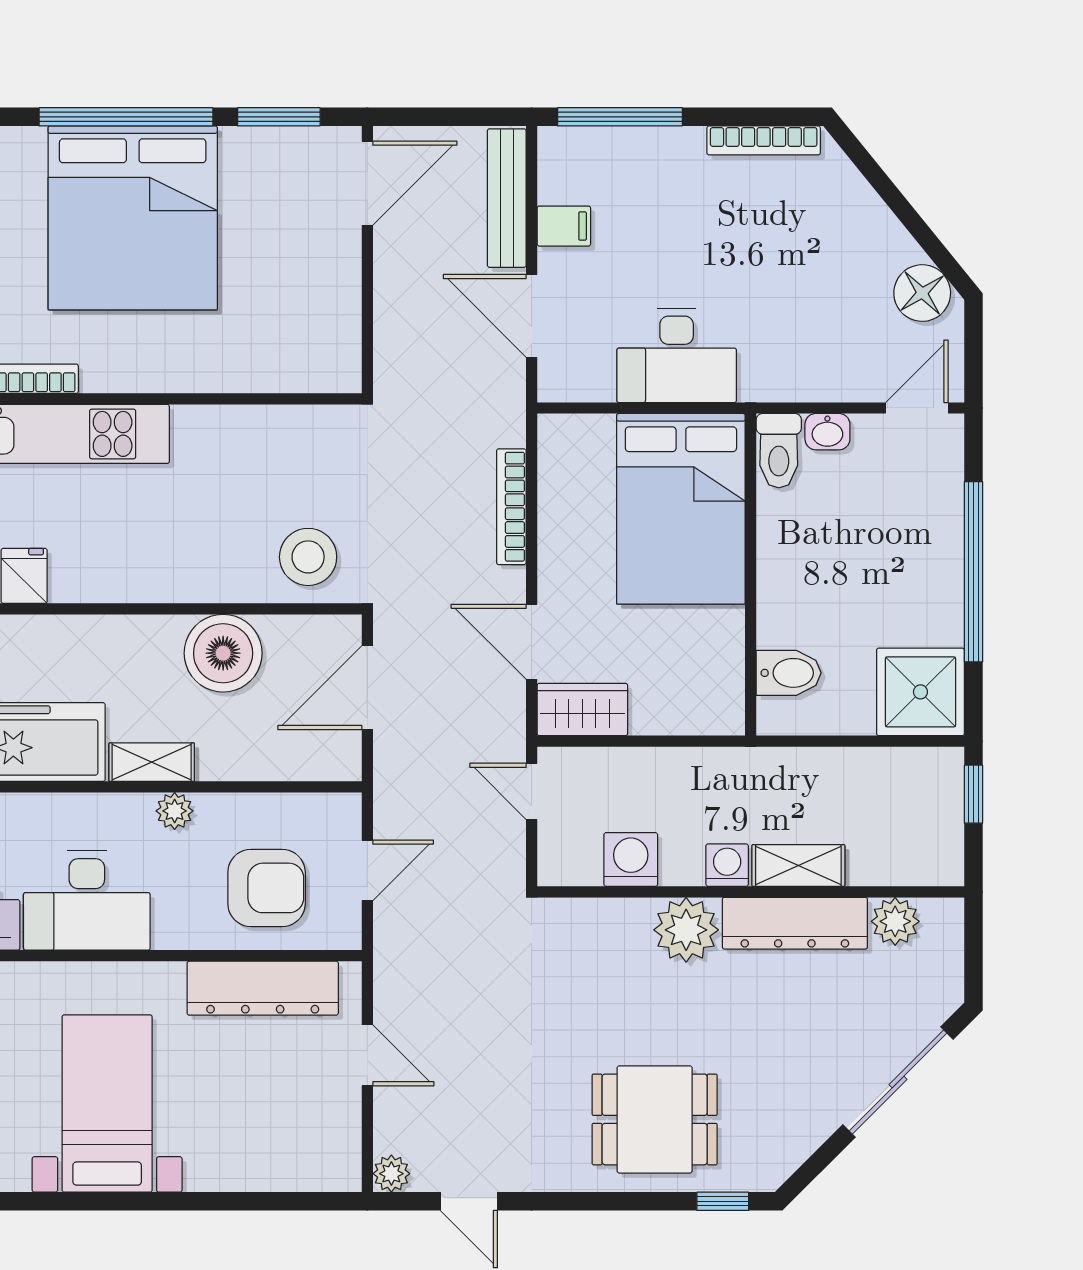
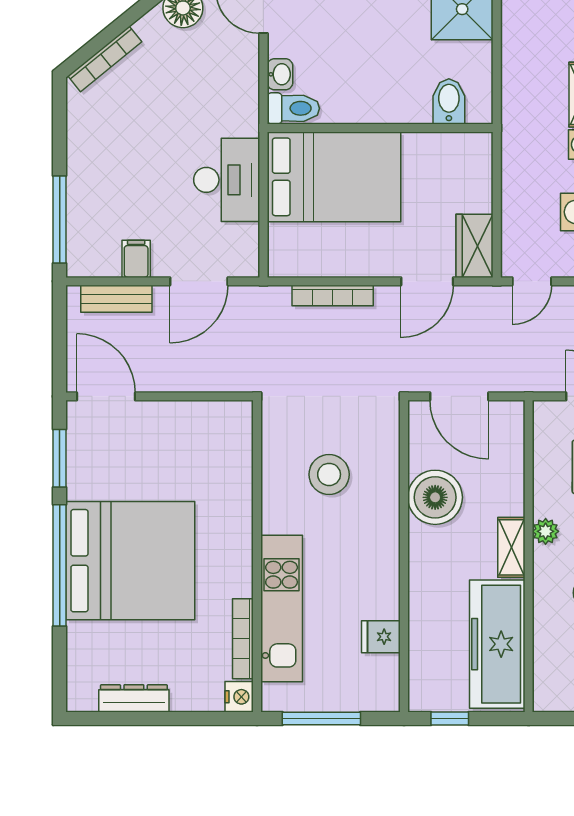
bookcase: (764, 140) -> (105, 59), moved, turned 51
bench: (507, 198) -> (116, 299), width x0.73
stool: (308, 557) -> (329, 474), moved

